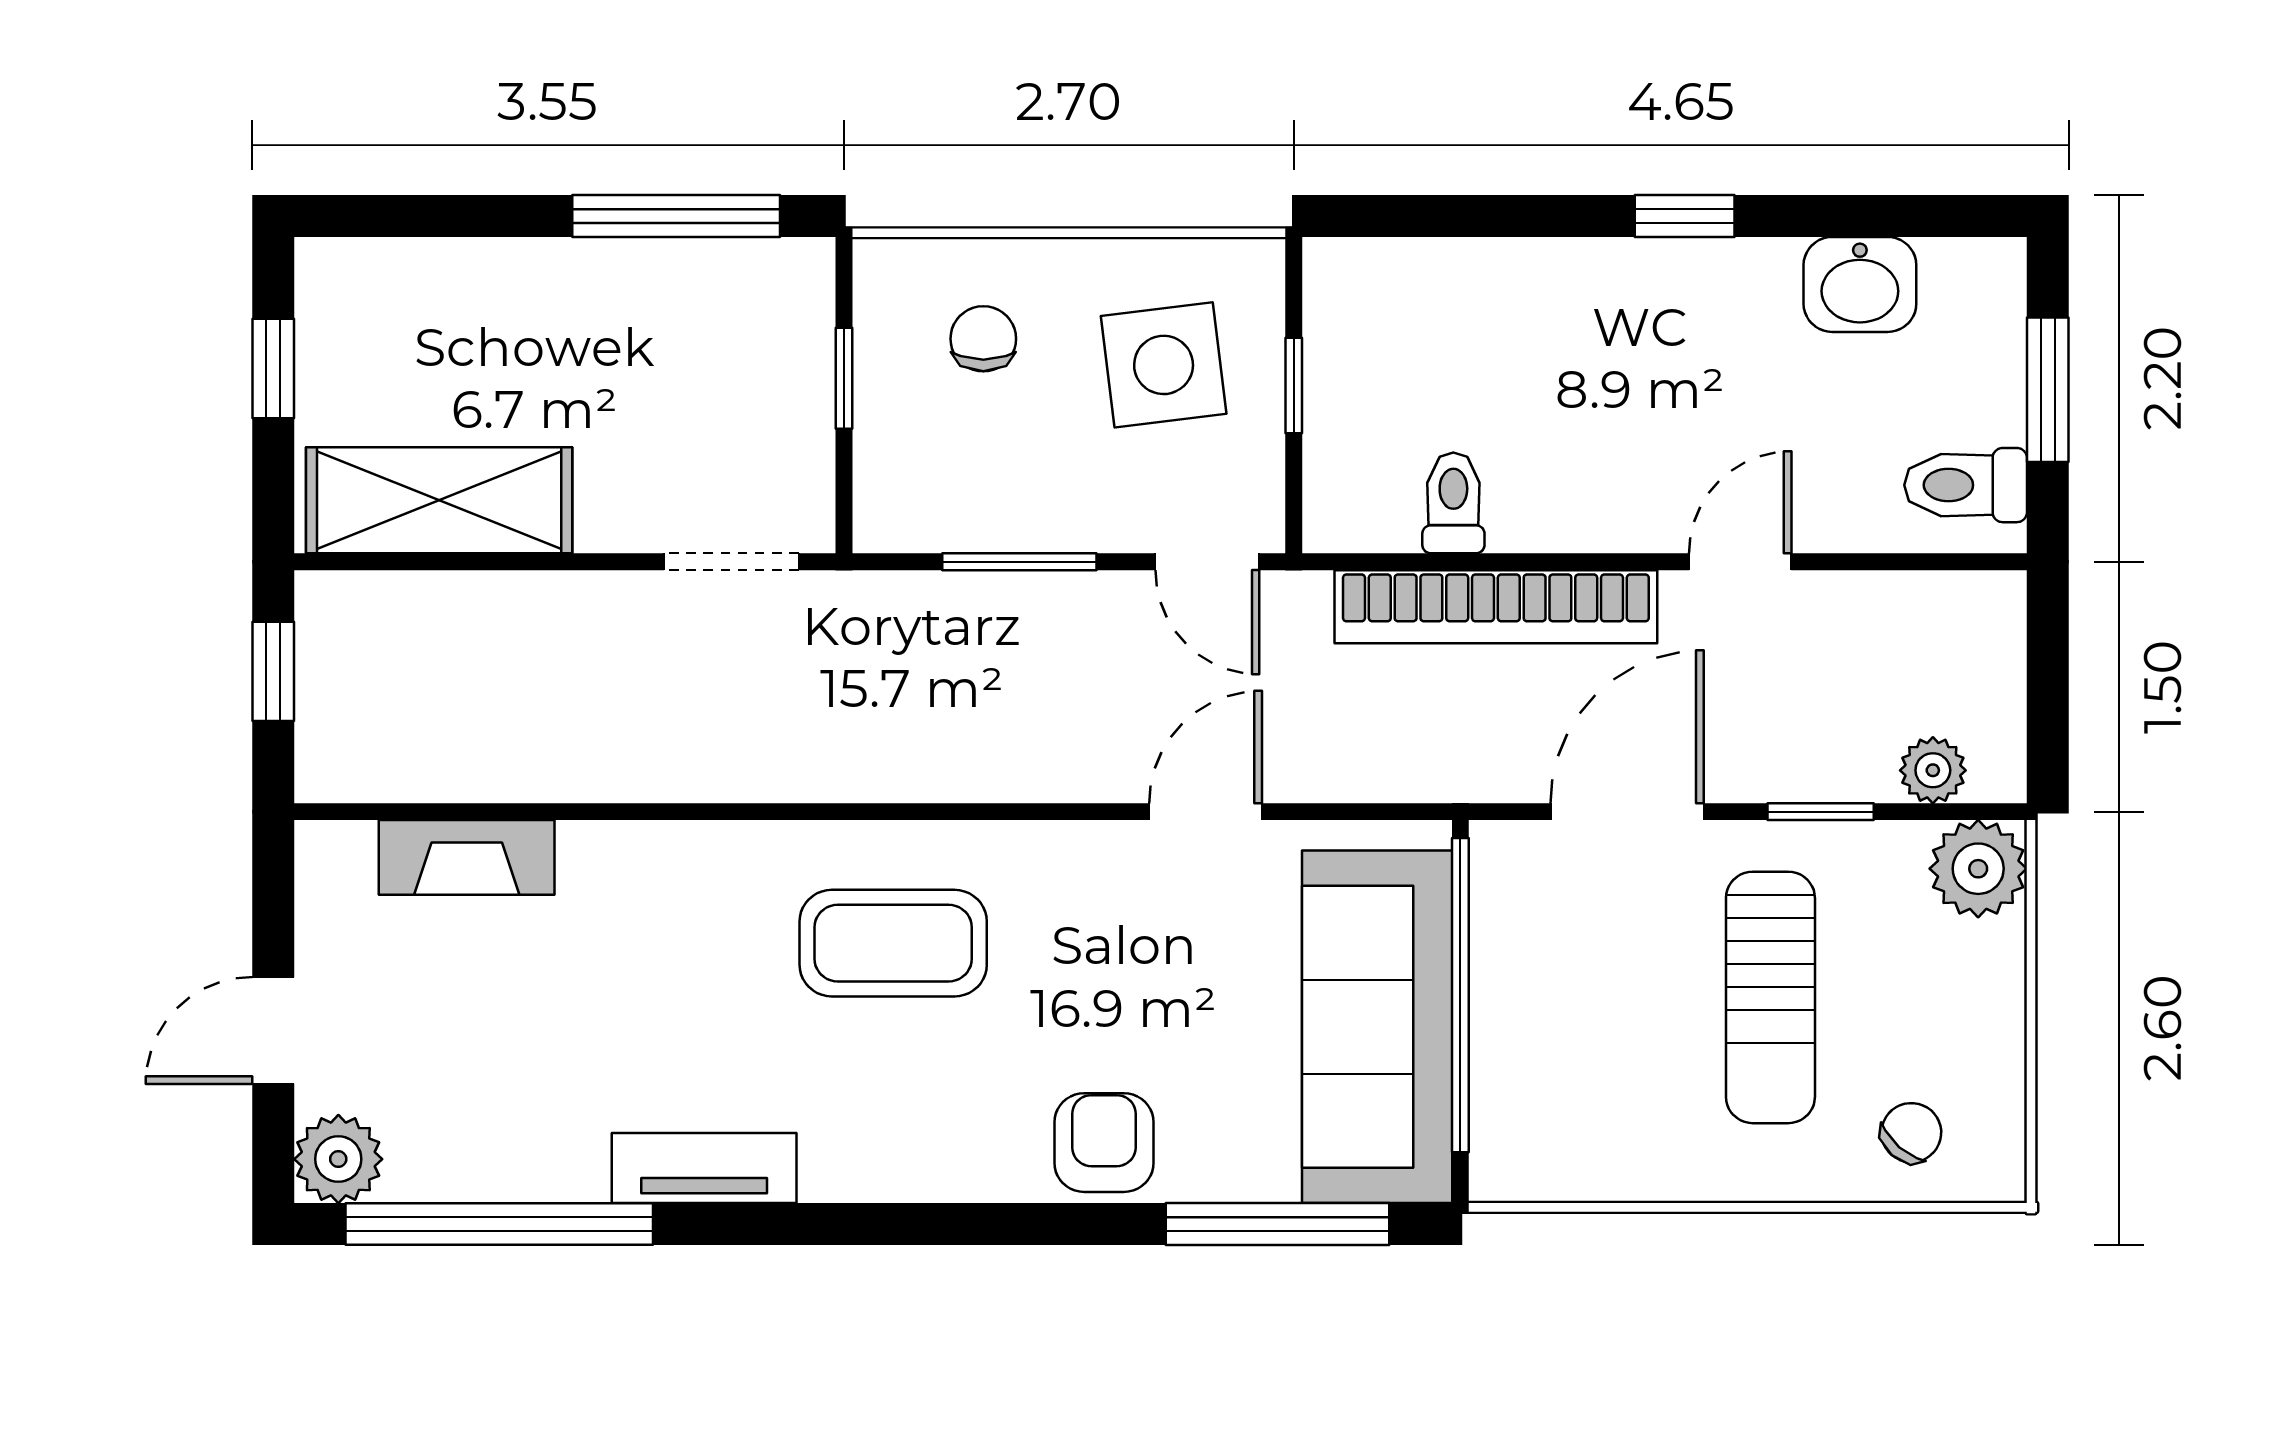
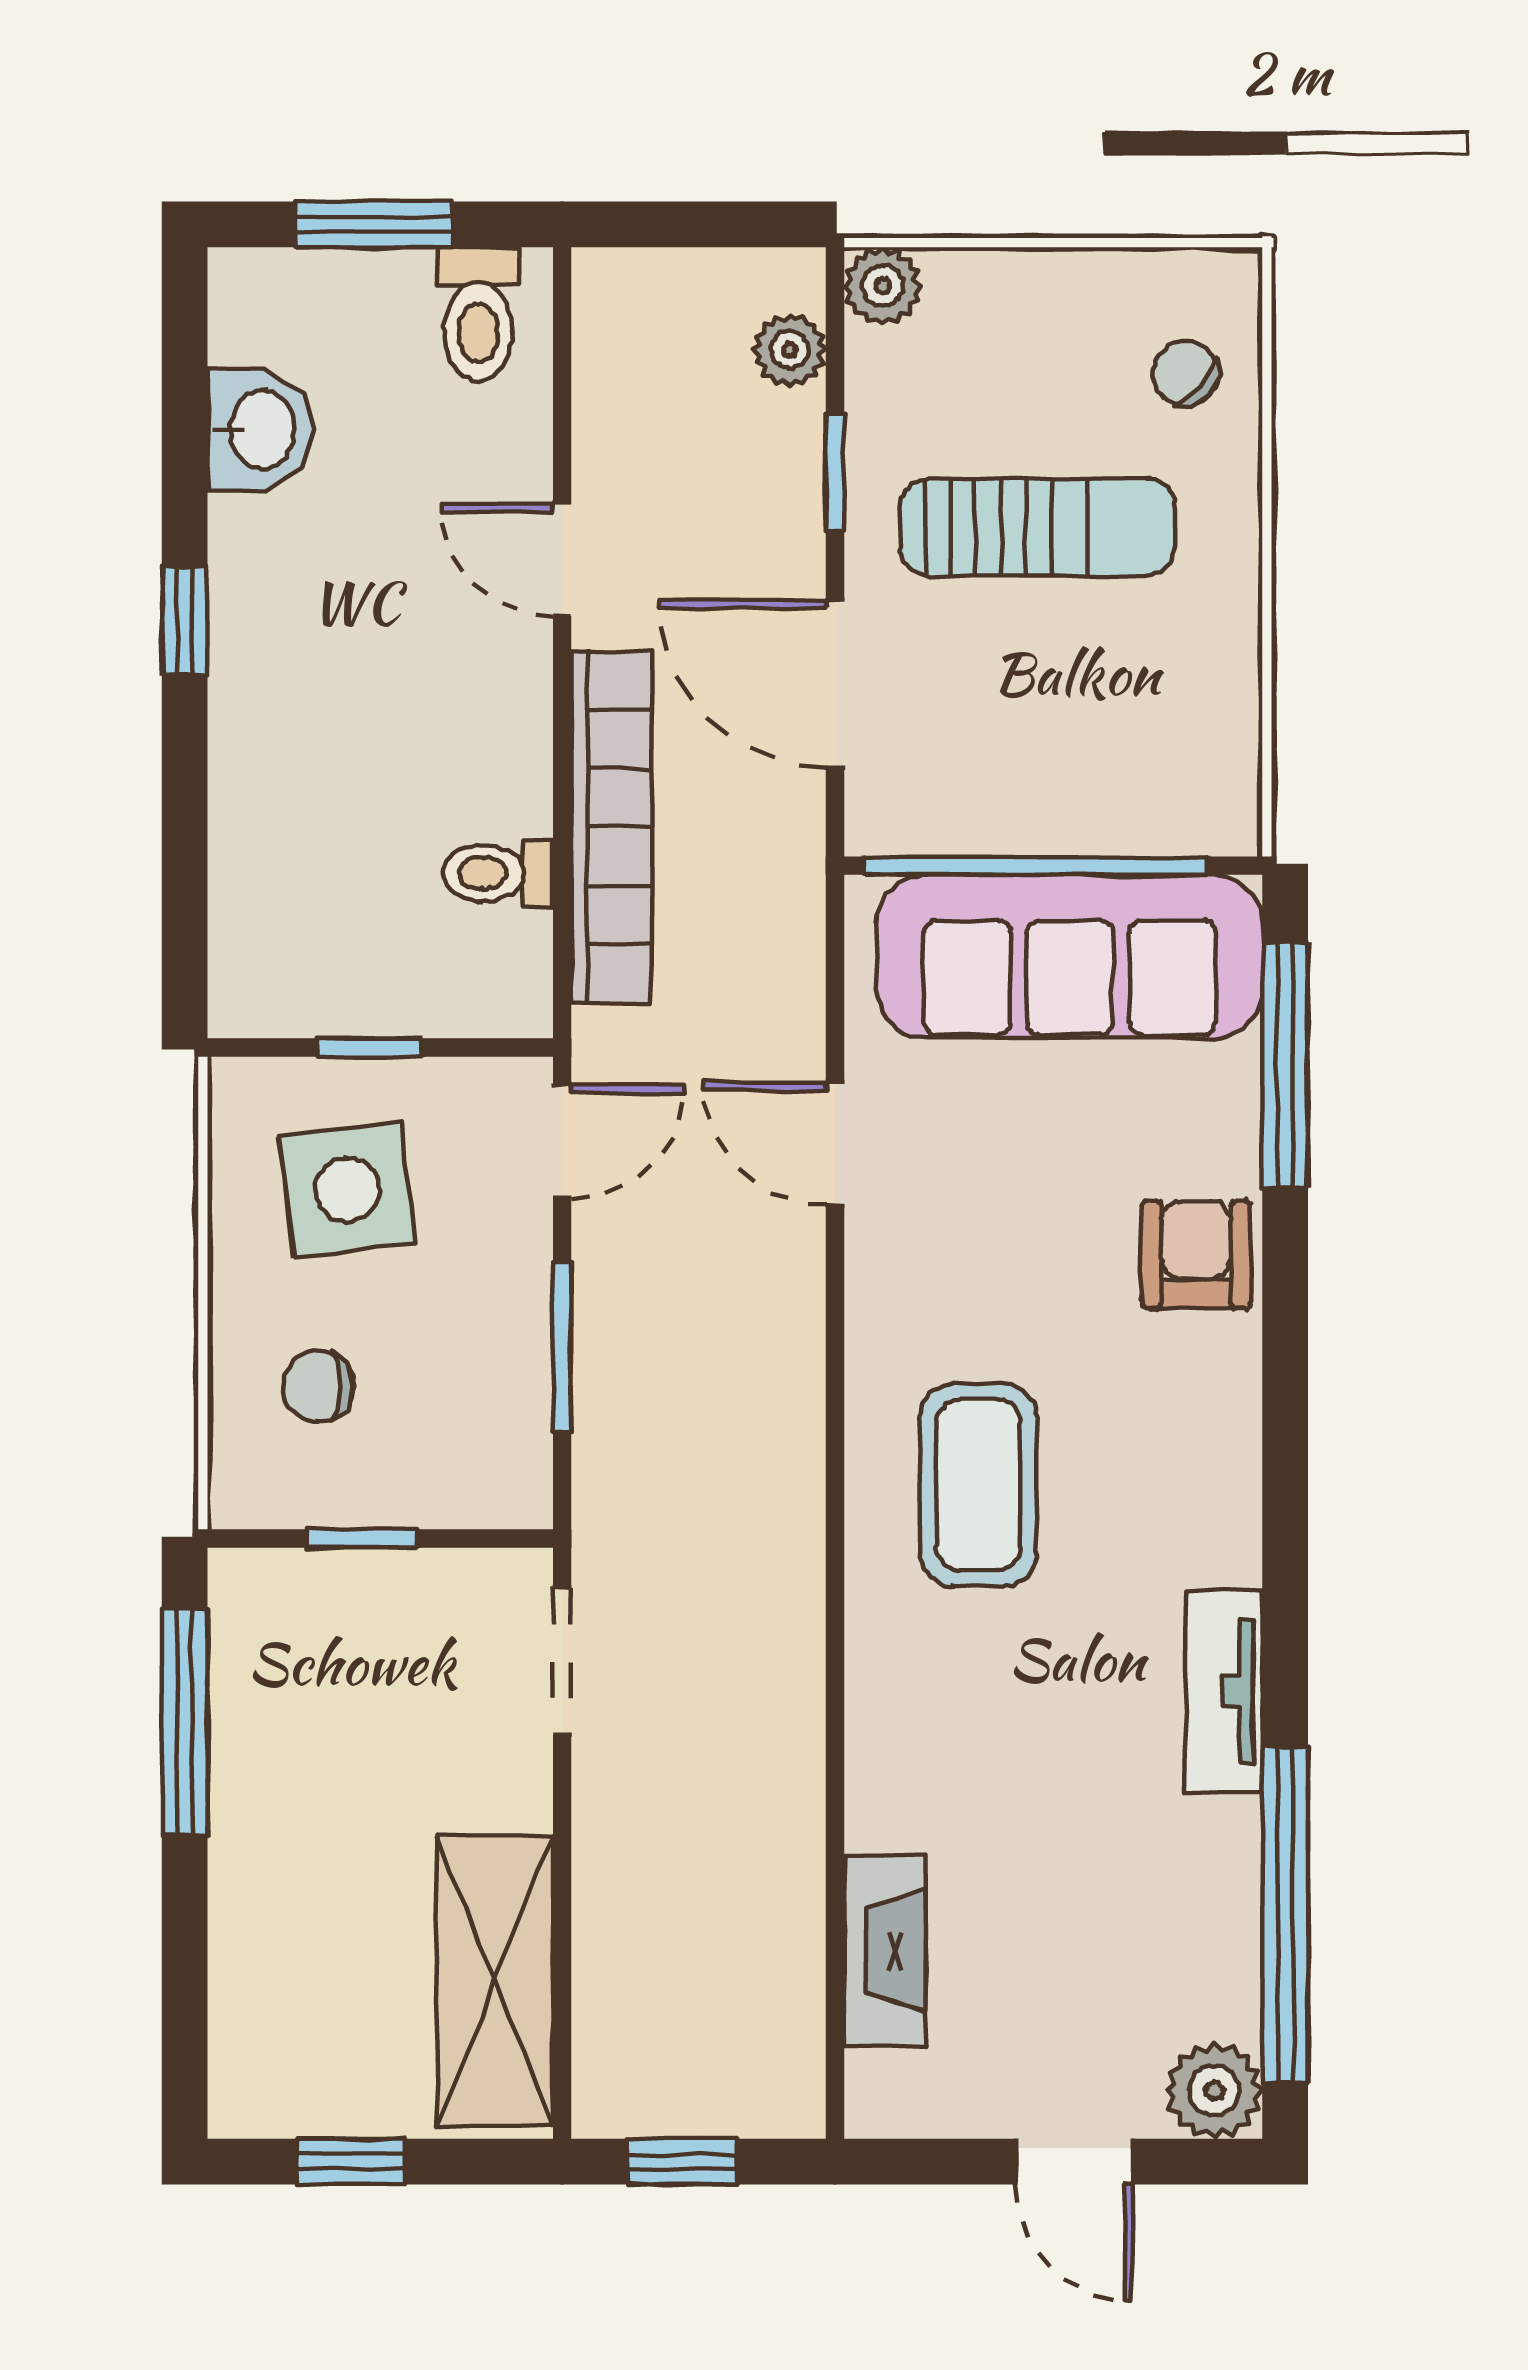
plant: (1978, 869) -> (883, 286), width x0.73, depth x0.73
armchair: (1104, 1143) -> (1196, 1255), turned 90

